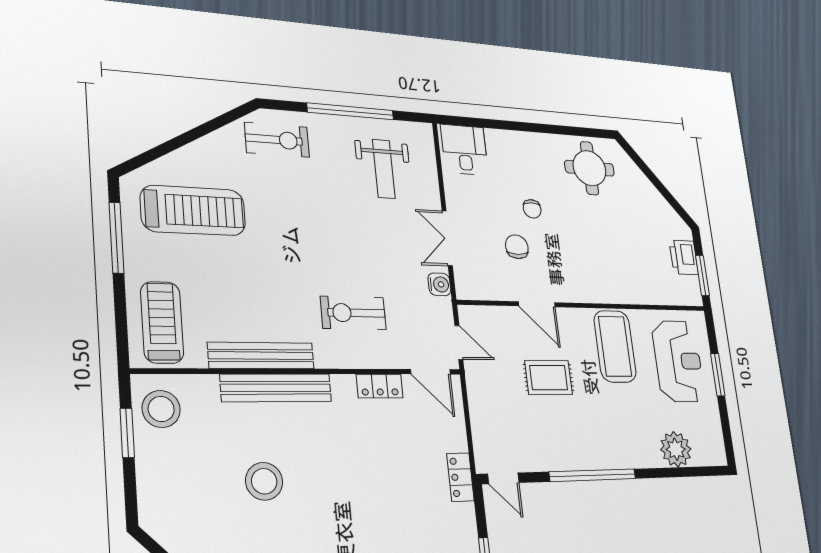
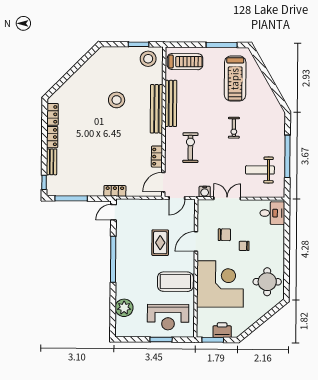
exercise bike: (277, 140) -> (234, 128), moved, width x0.73, depth x0.72
corner desk: (606, 259) -> (220, 284), added

